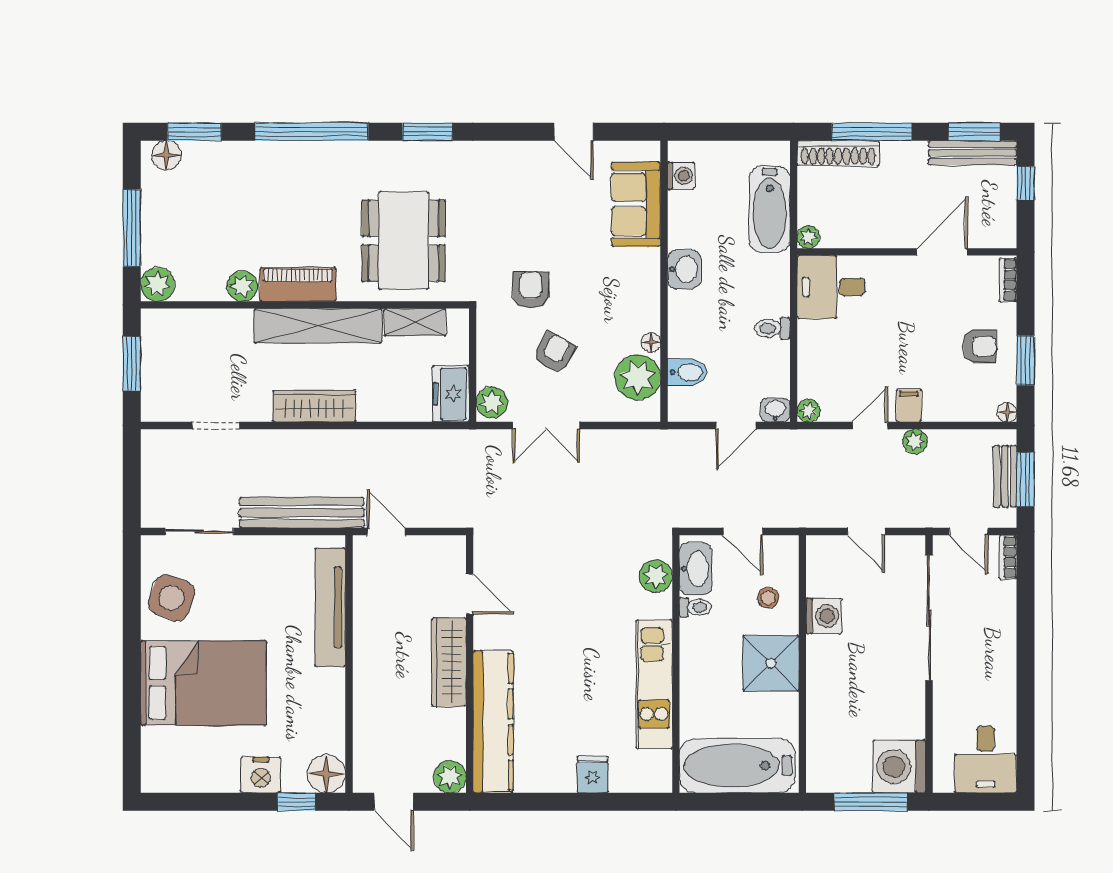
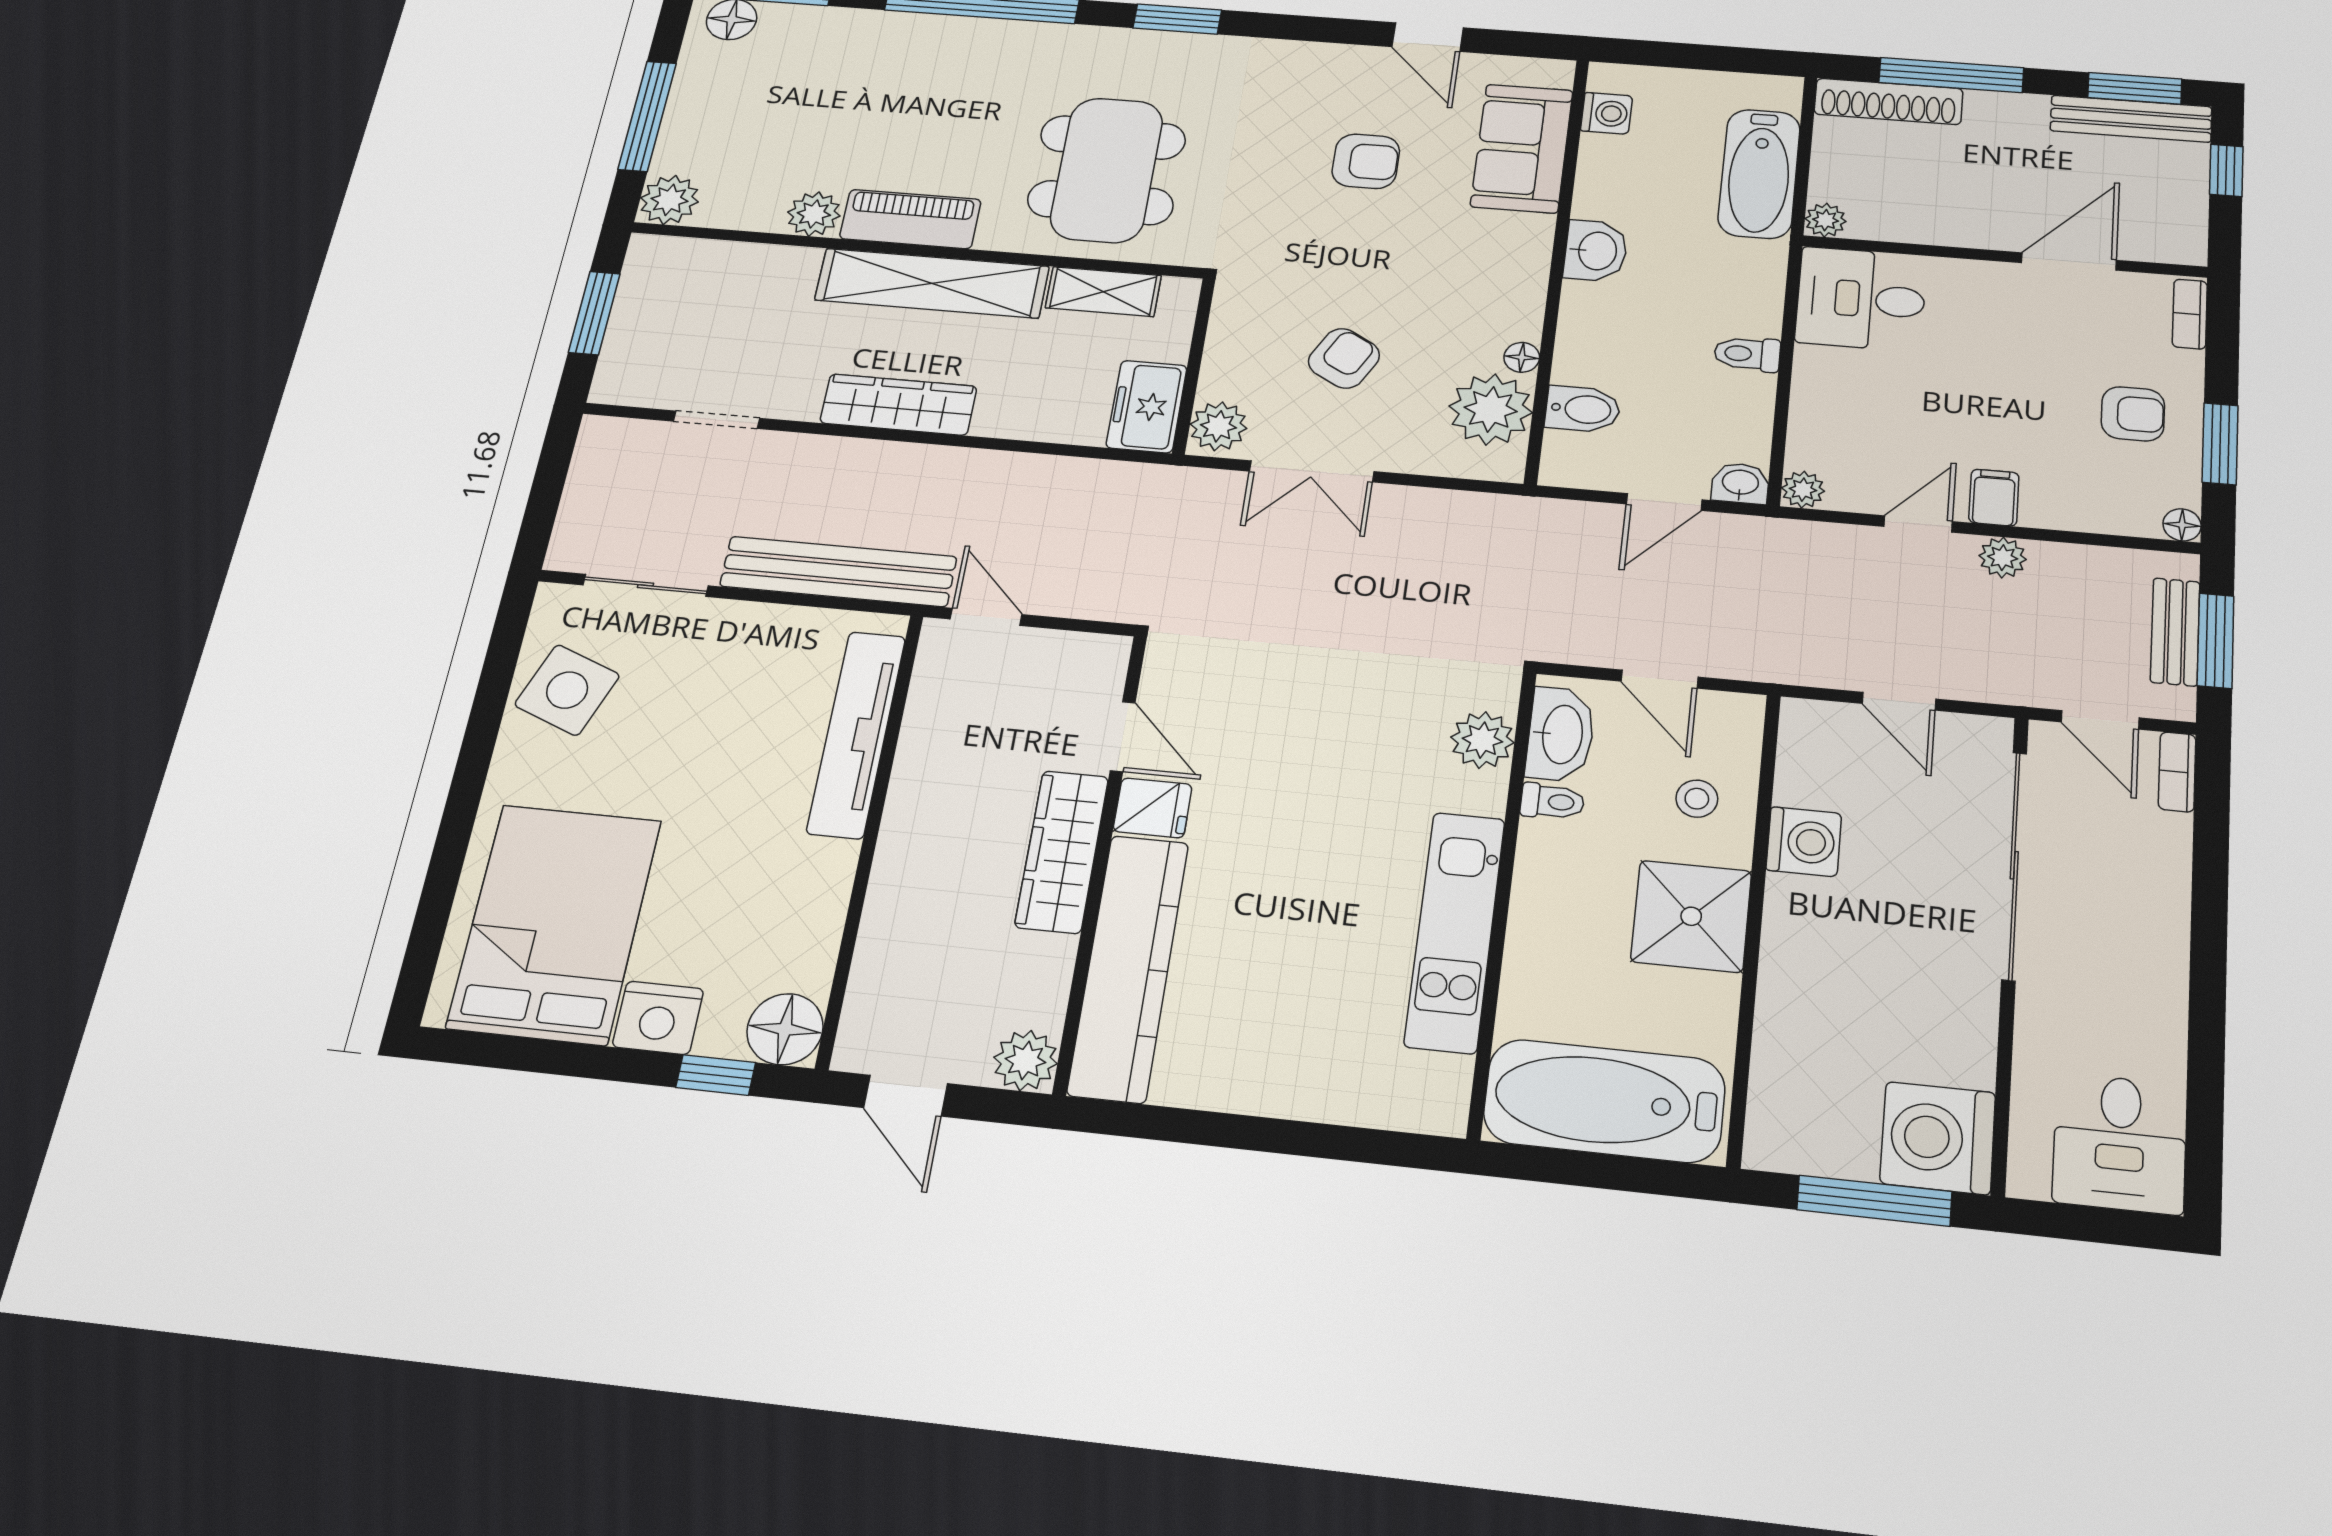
armchair: (531, 290) -> (1366, 161), moved, turned 90
bed: (203, 683) -> (554, 924), moved, turned -90
fridge: (593, 775) -> (1153, 808), moved, turned 90

